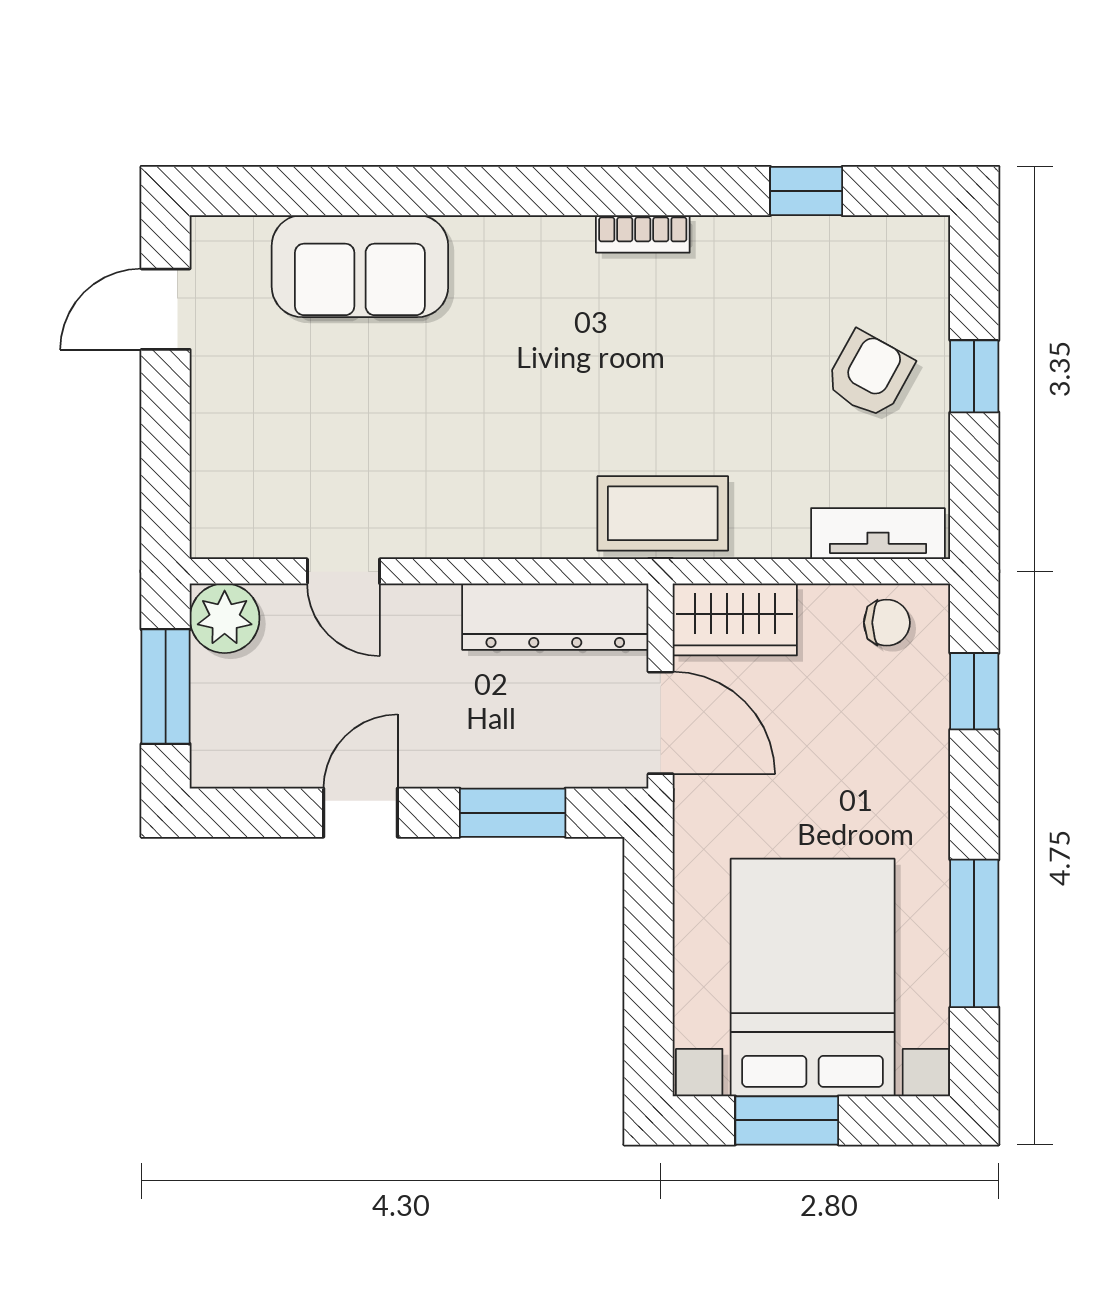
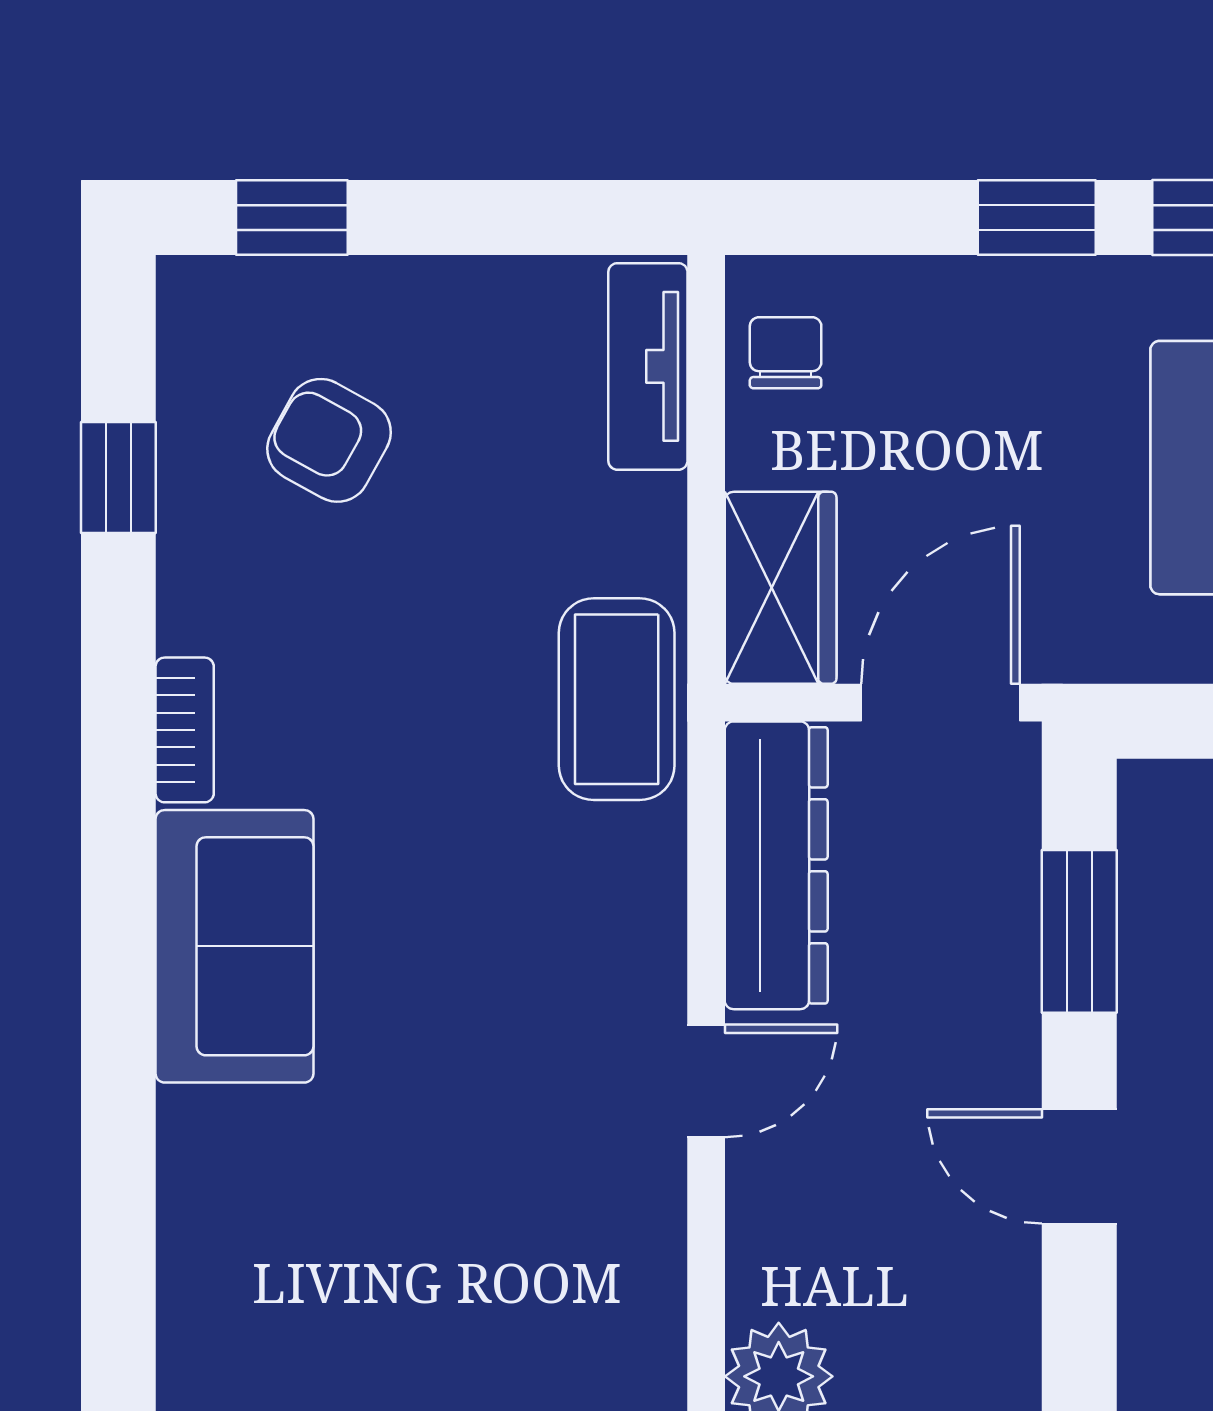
sofa: (360, 266) -> (234, 946), moved
armchair: (869, 375) -> (329, 440), moved
window: (974, 376) -> (292, 217), moved
door: (343, 571) -> (706, 1081), moved
window: (974, 691) -> (1037, 217), moved

